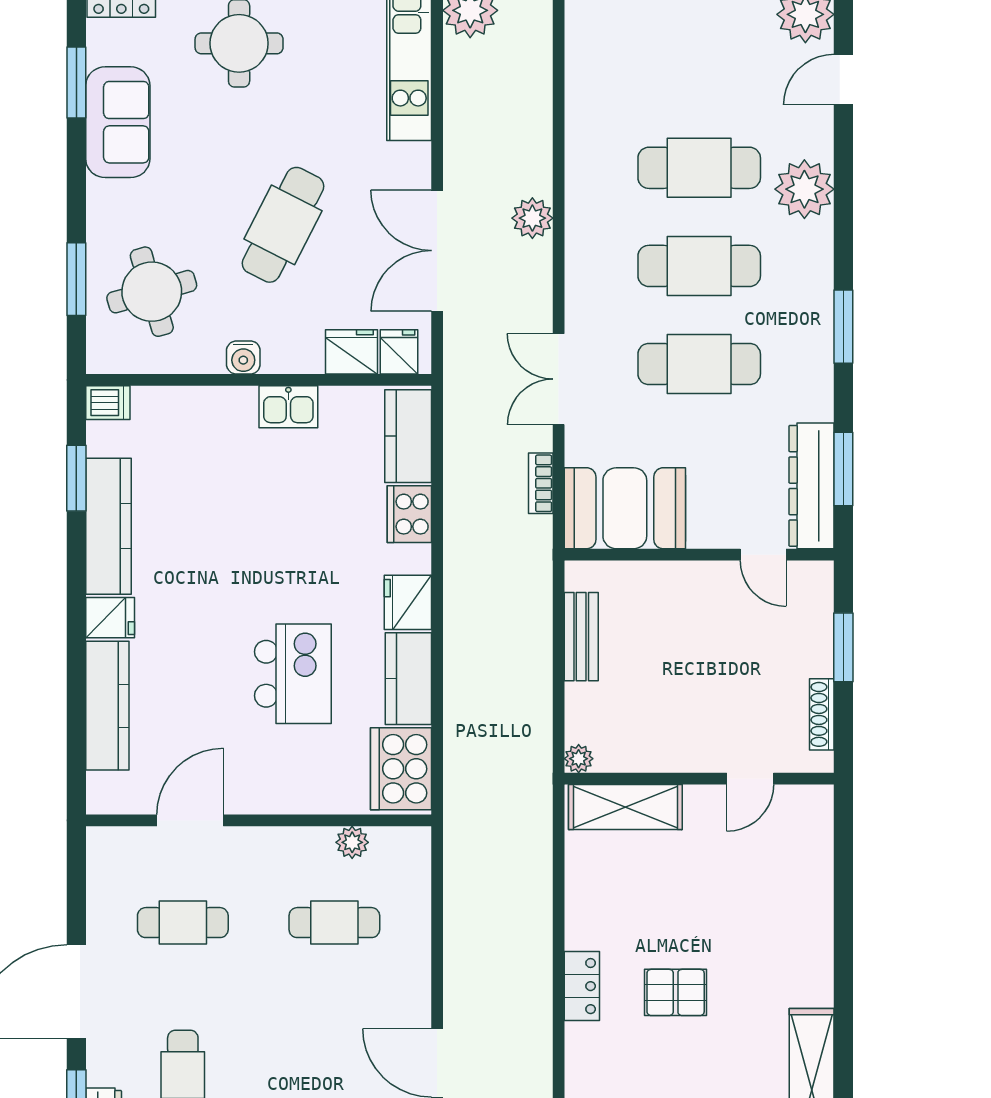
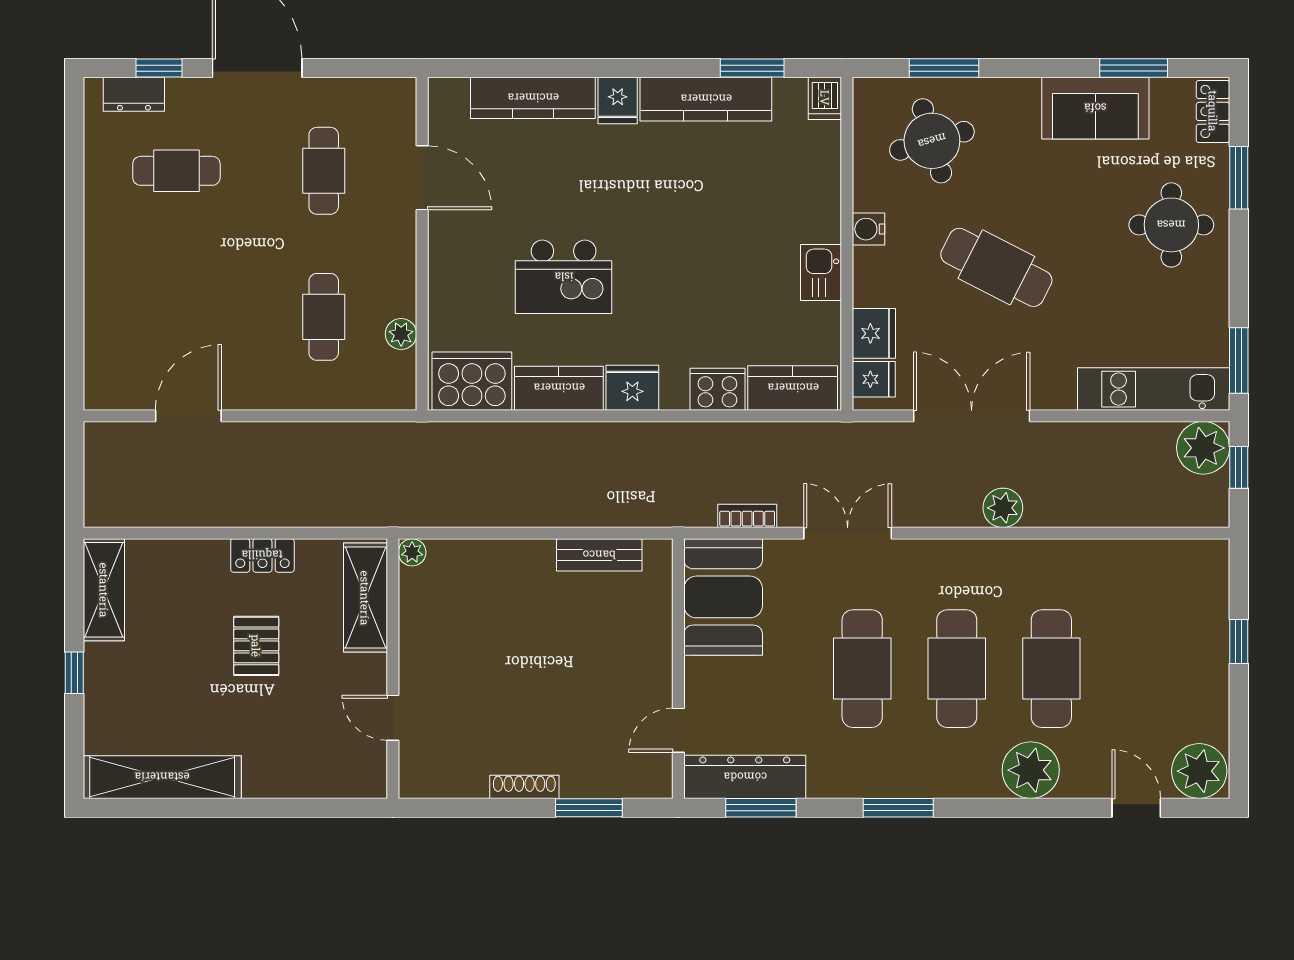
plant: (579, 759) -> (412, 552), moved
wall: (699, 779) -> (393, 669), moved
door: (750, 779) -> (393, 718), moved
shelving: (625, 807) -> (365, 598), moved

